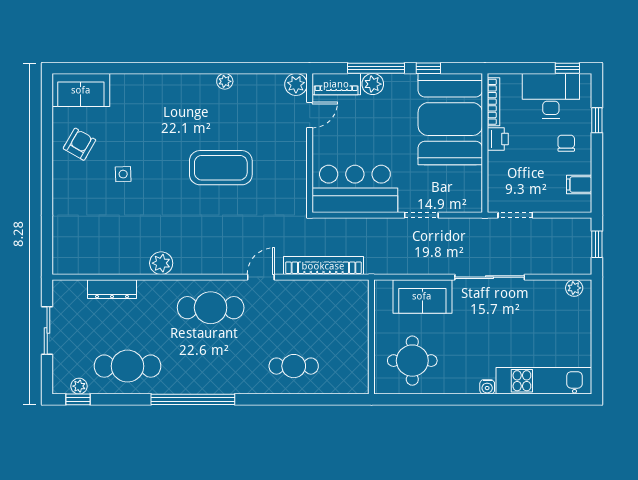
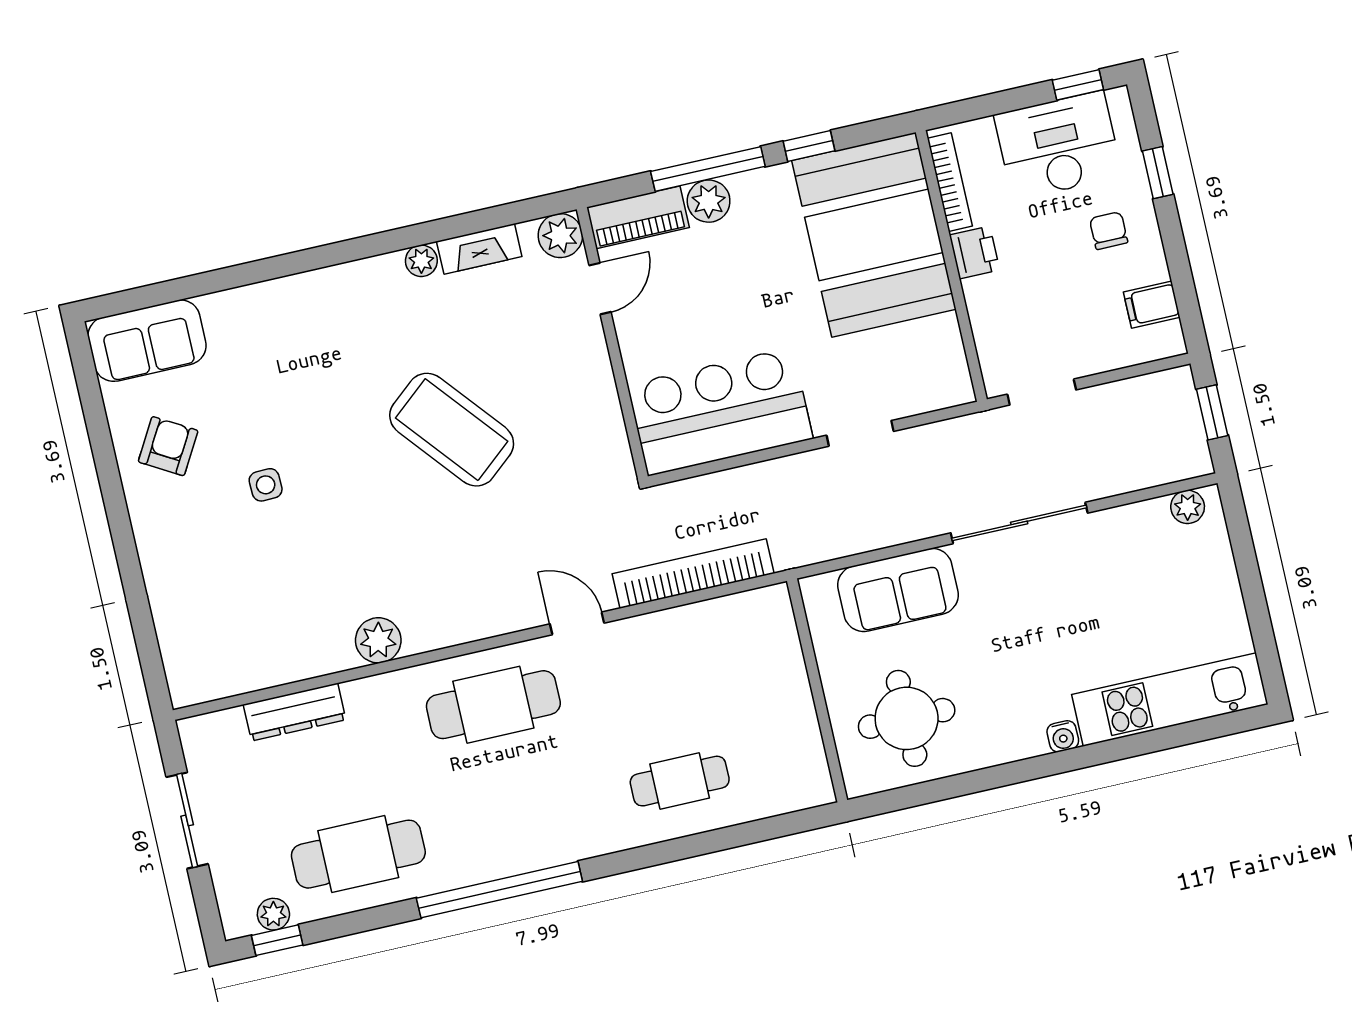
fireplace: (255, 82) -> (479, 249), added
coffee table: (221, 168) -> (452, 430), turned 50
door: (261, 277) -> (577, 623), hinge flipped

